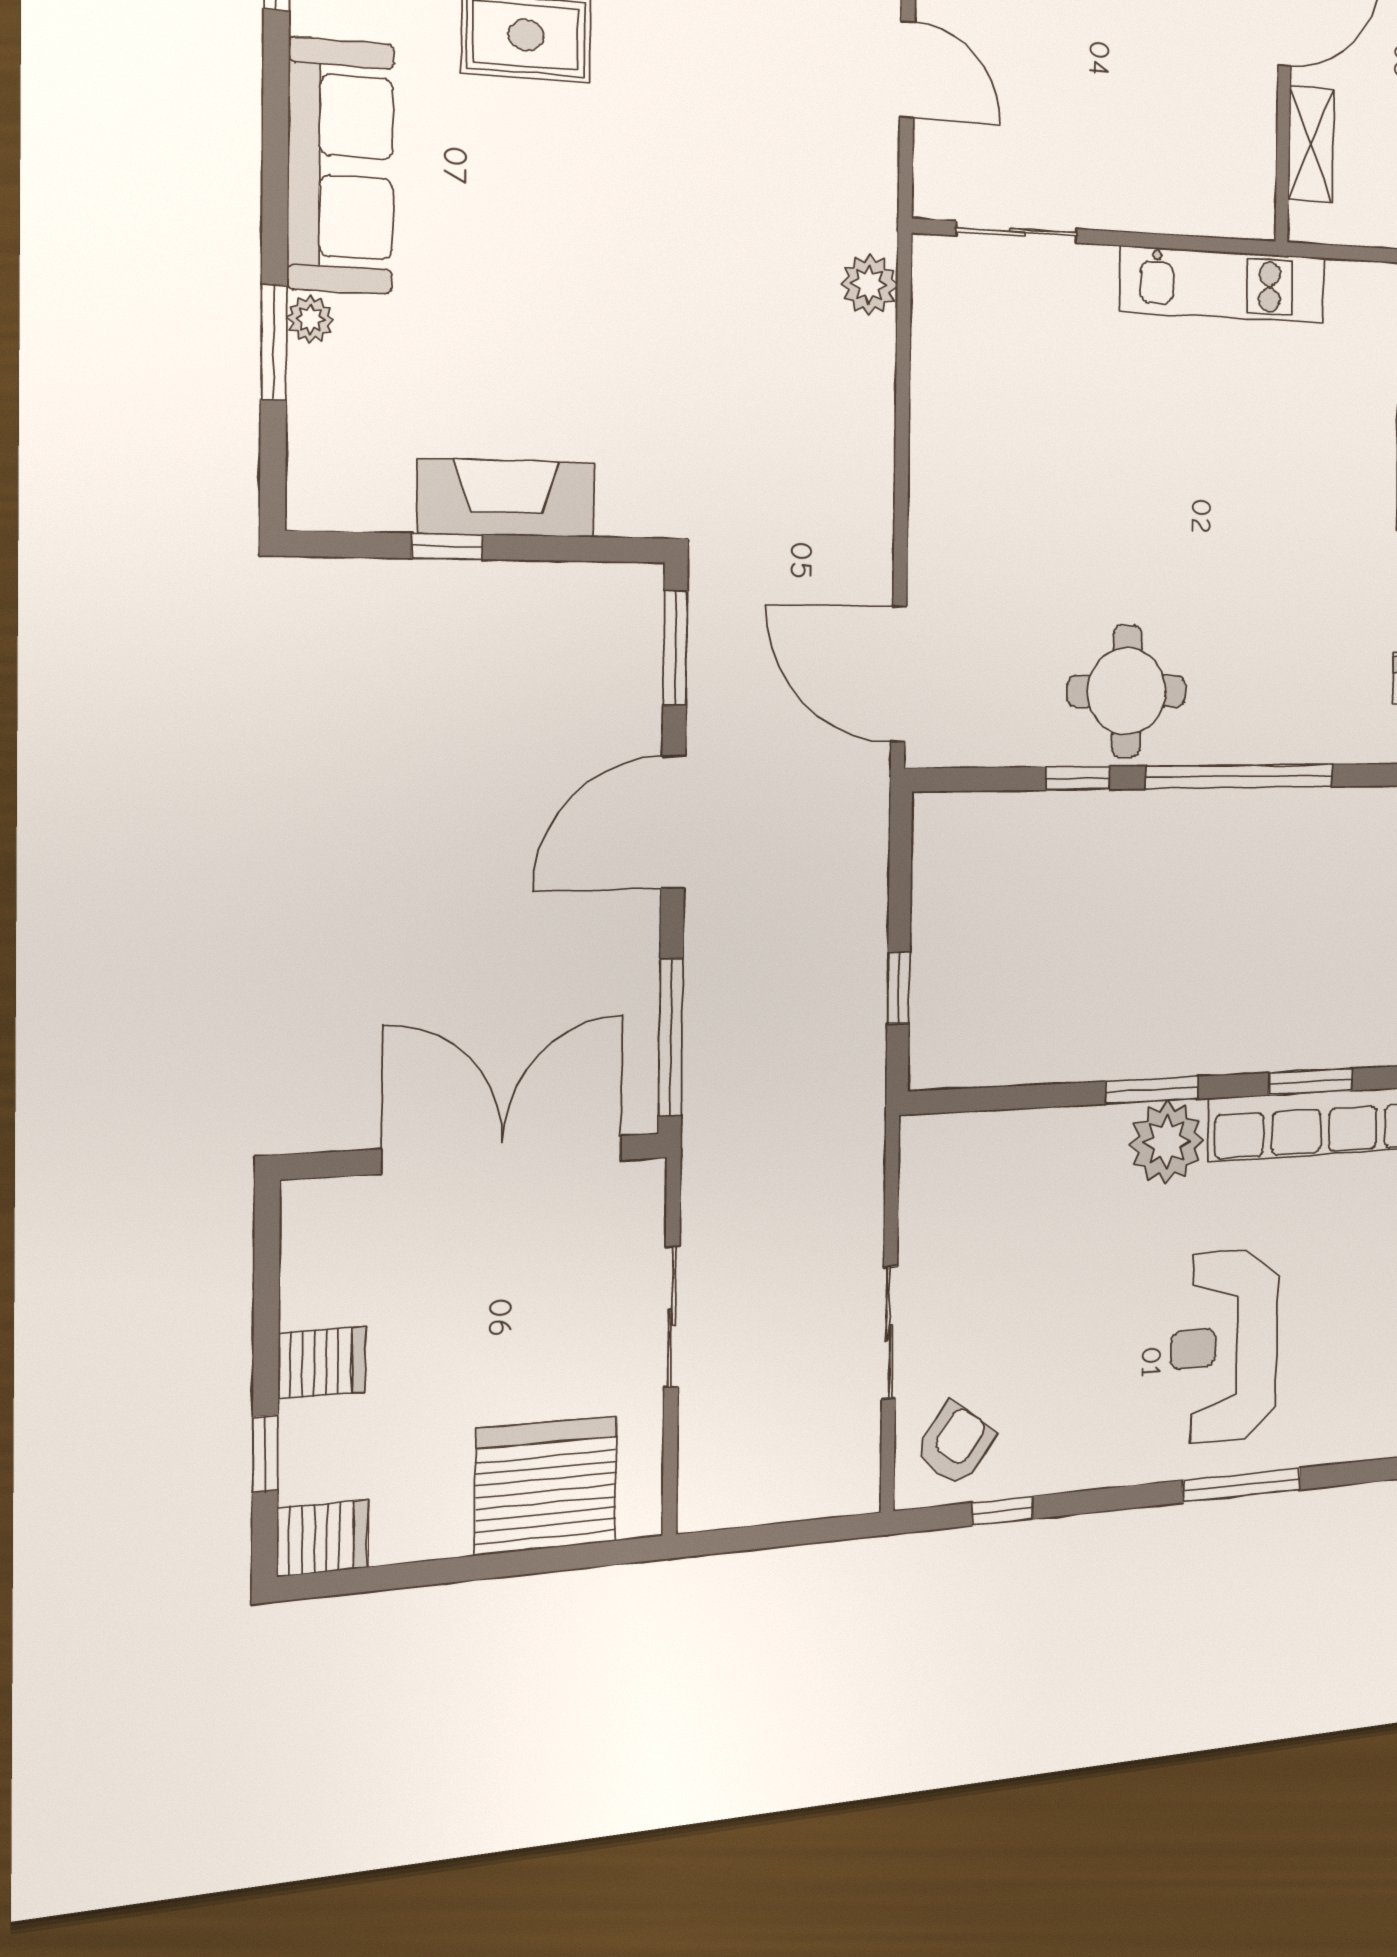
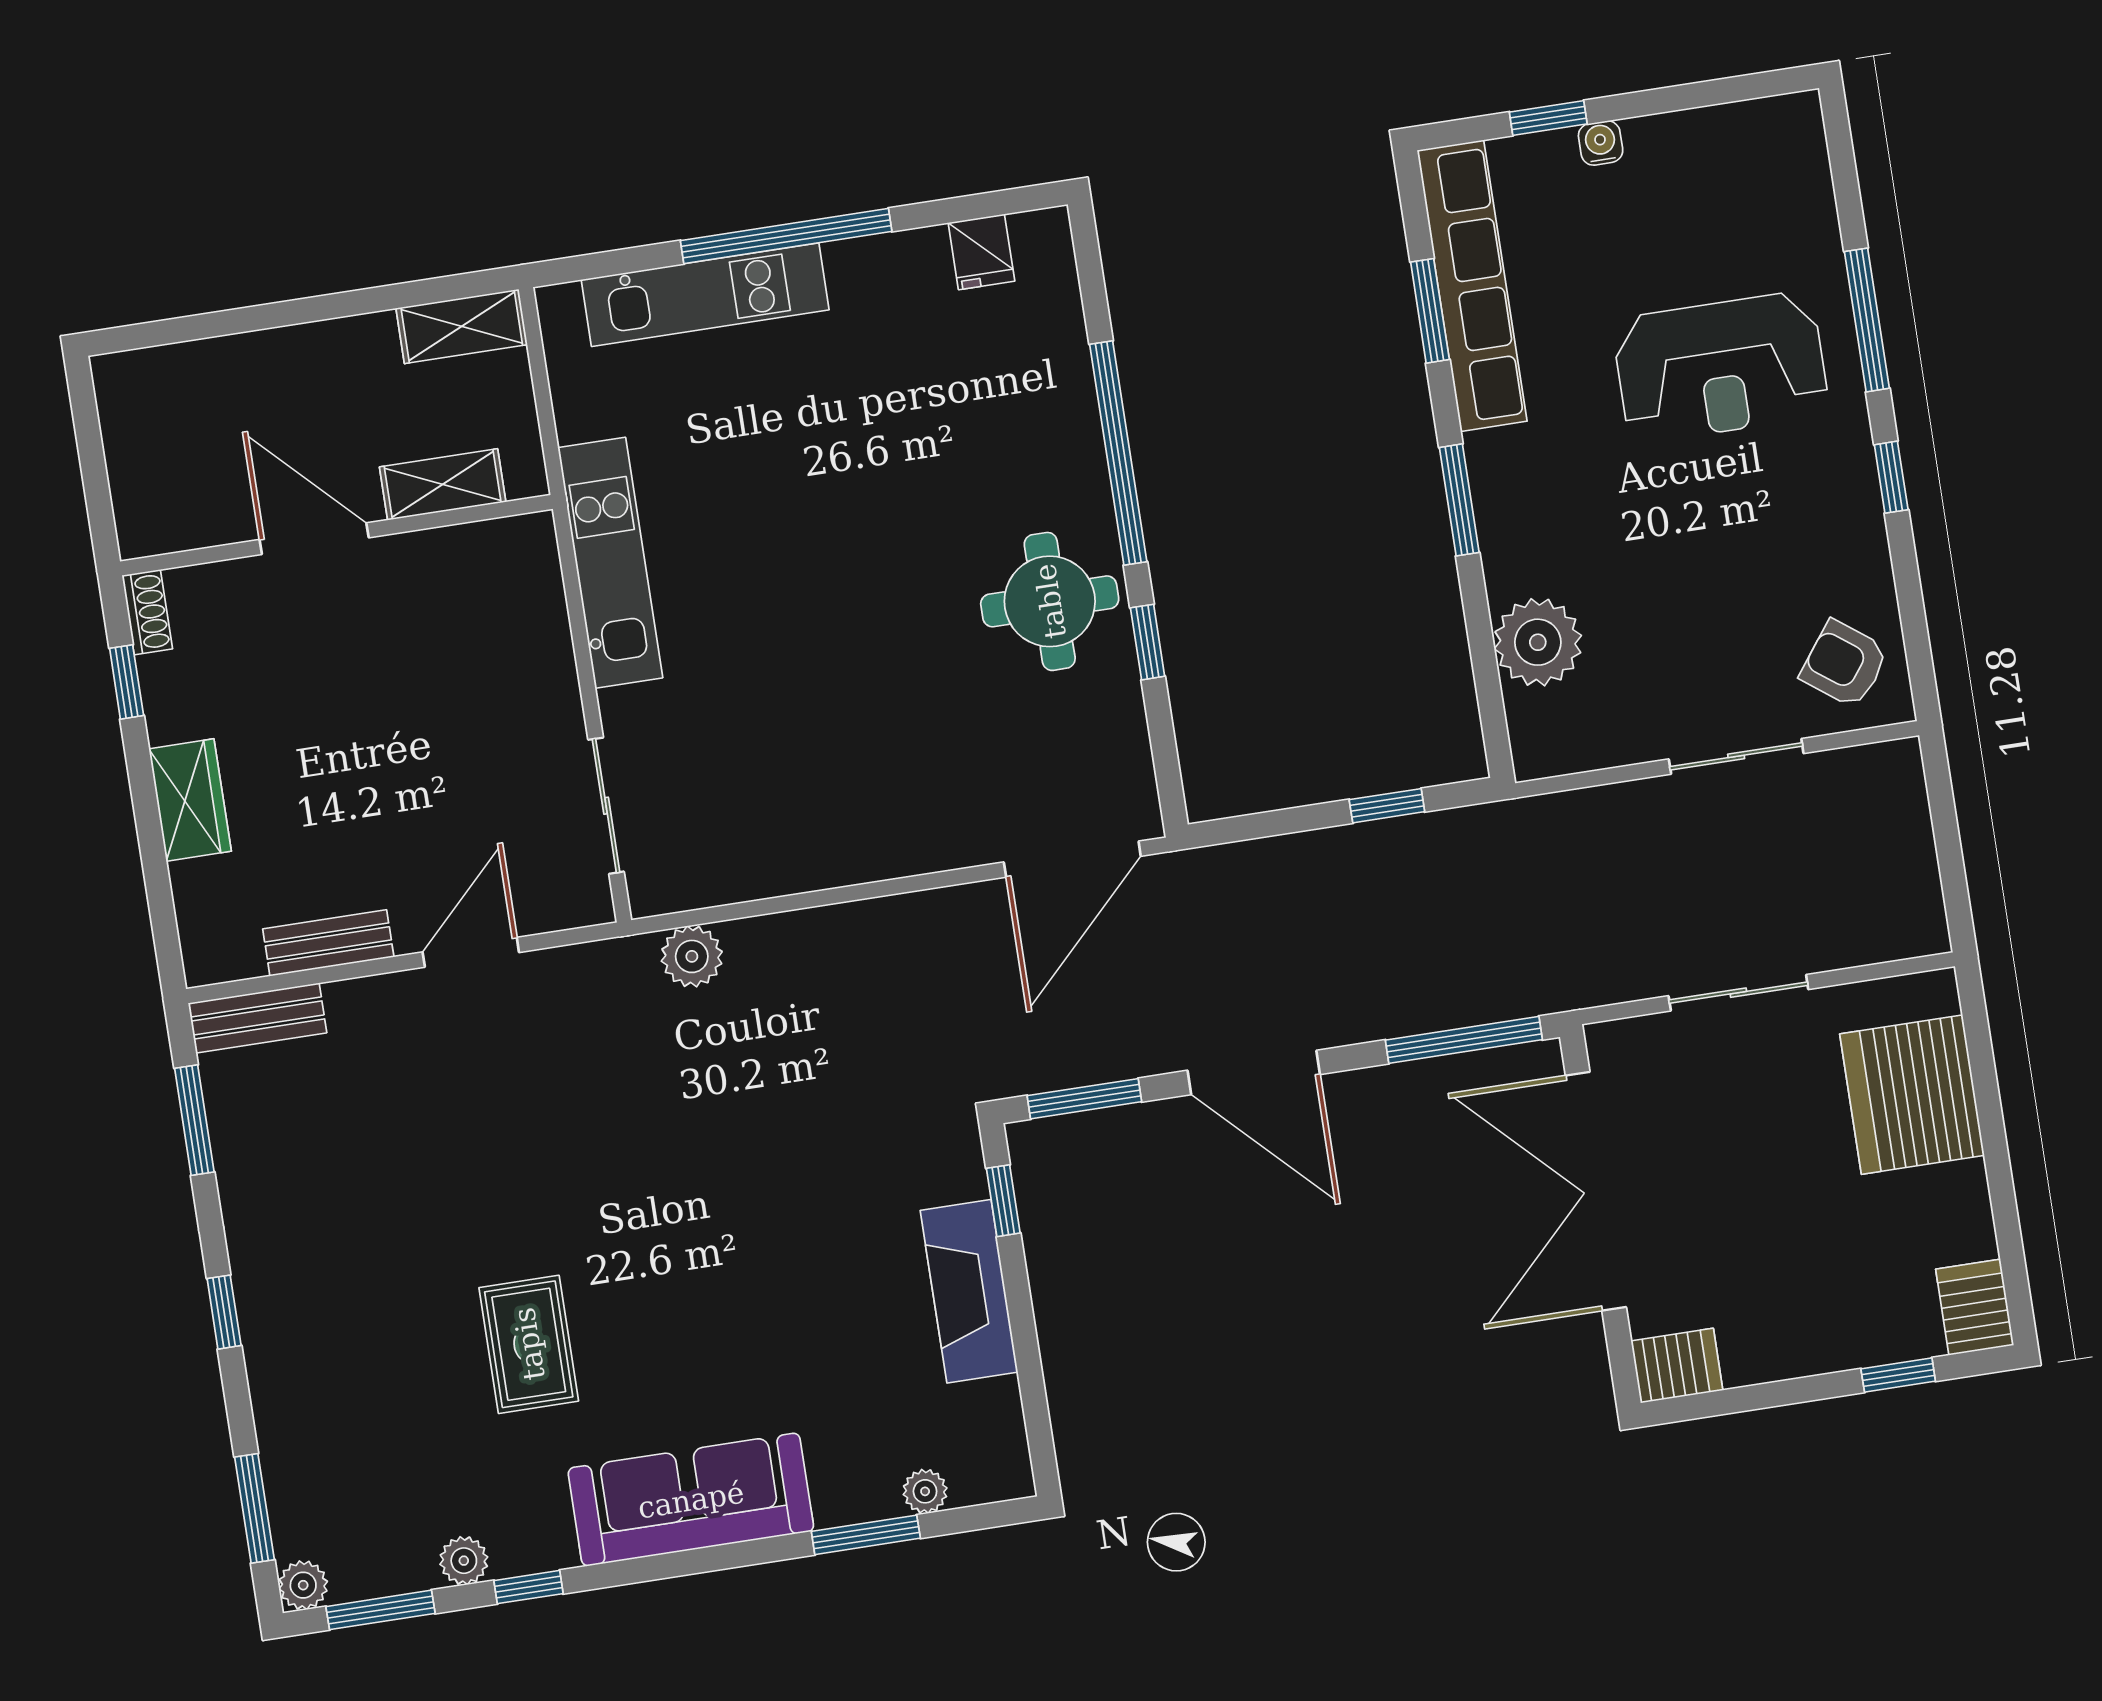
plant: (310, 319) -> (925, 1491), moved
window: (447, 546) -> (1003, 1201), moved
plant: (1167, 1142) -> (1538, 642), moved
server rack: (322, 1363) -> (1677, 1366), moved, turned 90
window: (1002, 1511) -> (1891, 477), moved

